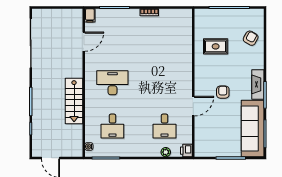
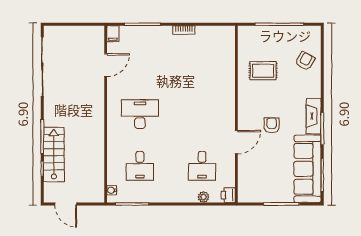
stairs: (74, 101) -> (54, 155), moved, turned 180

